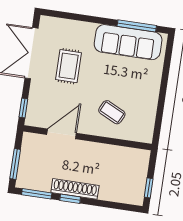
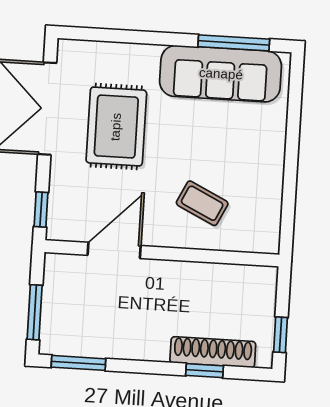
rug: (69, 66) -> (116, 127), width x1.36, depth x1.43
shoe rack: (75, 189) -> (213, 352), moved
window: (70, 199) -> (205, 371), moved

